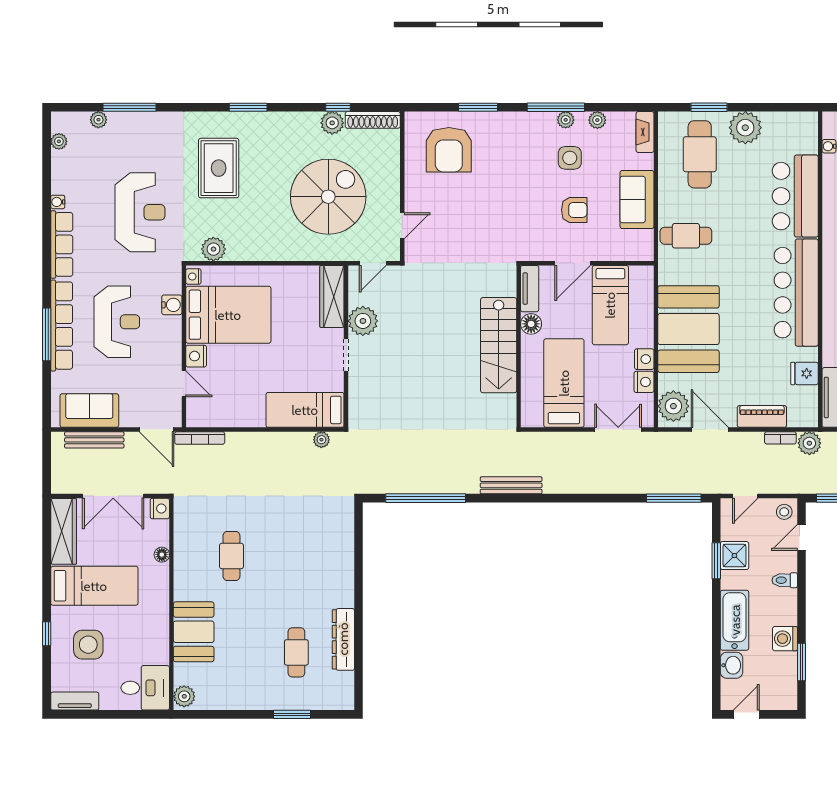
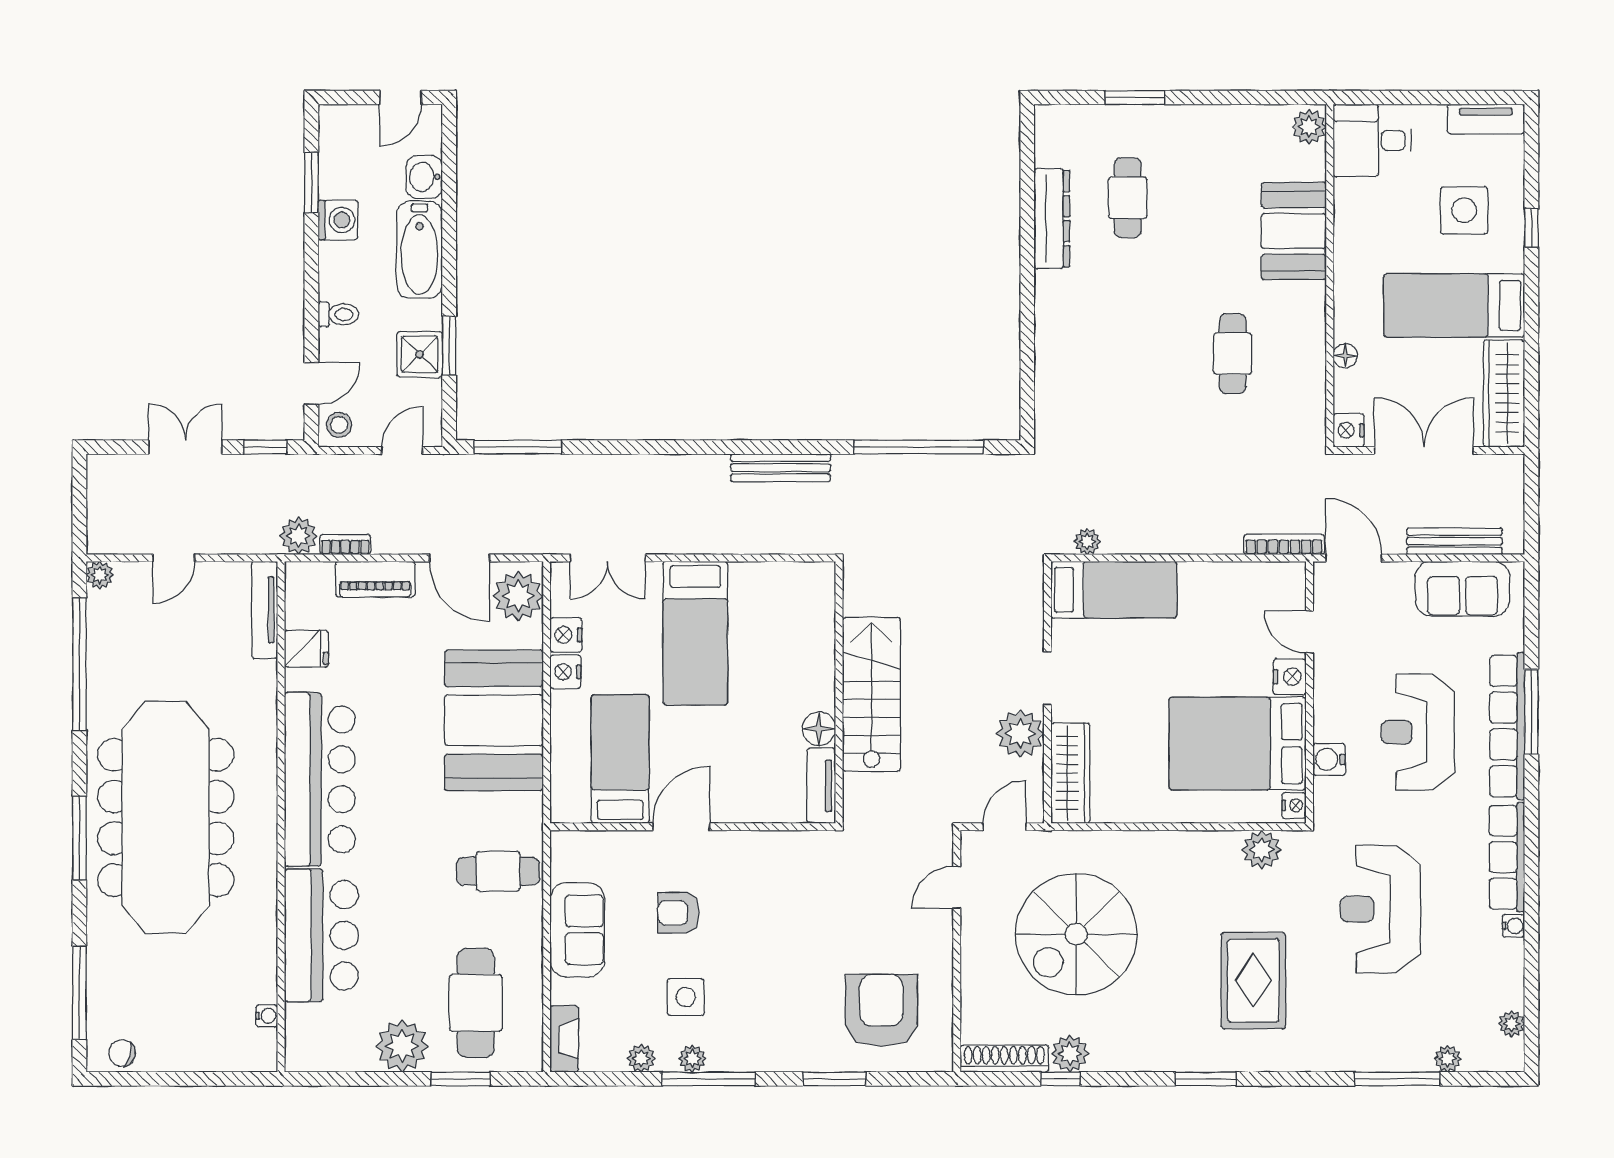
tv unit: (530, 289) -> (821, 786), moved
floor lamp: (531, 324) -> (819, 729), moved
stairs: (499, 345) -> (871, 694), moved
wall: (519, 346) -> (839, 692), moved

